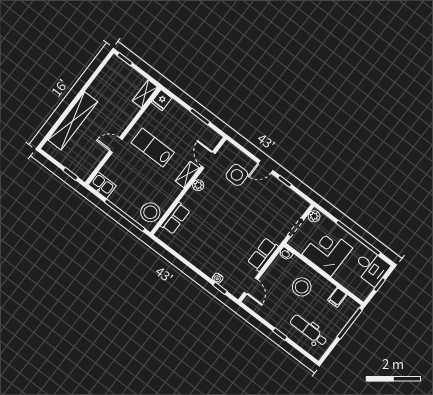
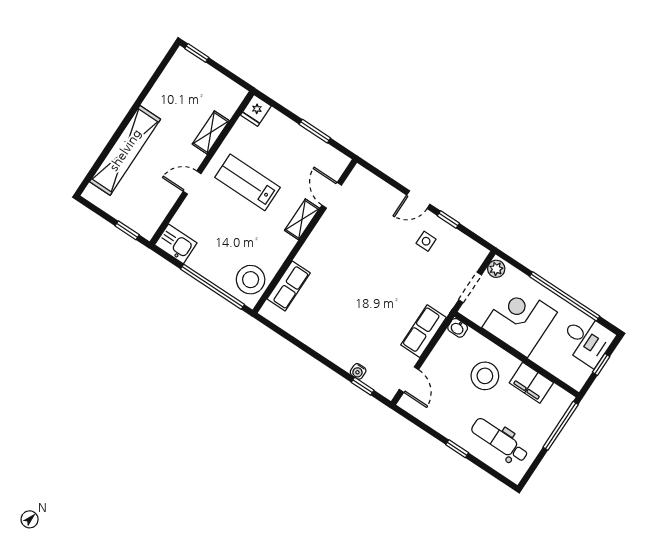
shelving: (145, 94) -> (211, 132), moved
side table: (237, 175) -> (426, 241), moved, width x0.54, depth x0.54
plant: (198, 185) -> (319, 234), removed
filing cabinet: (337, 297) -> (531, 383), width x2.00

